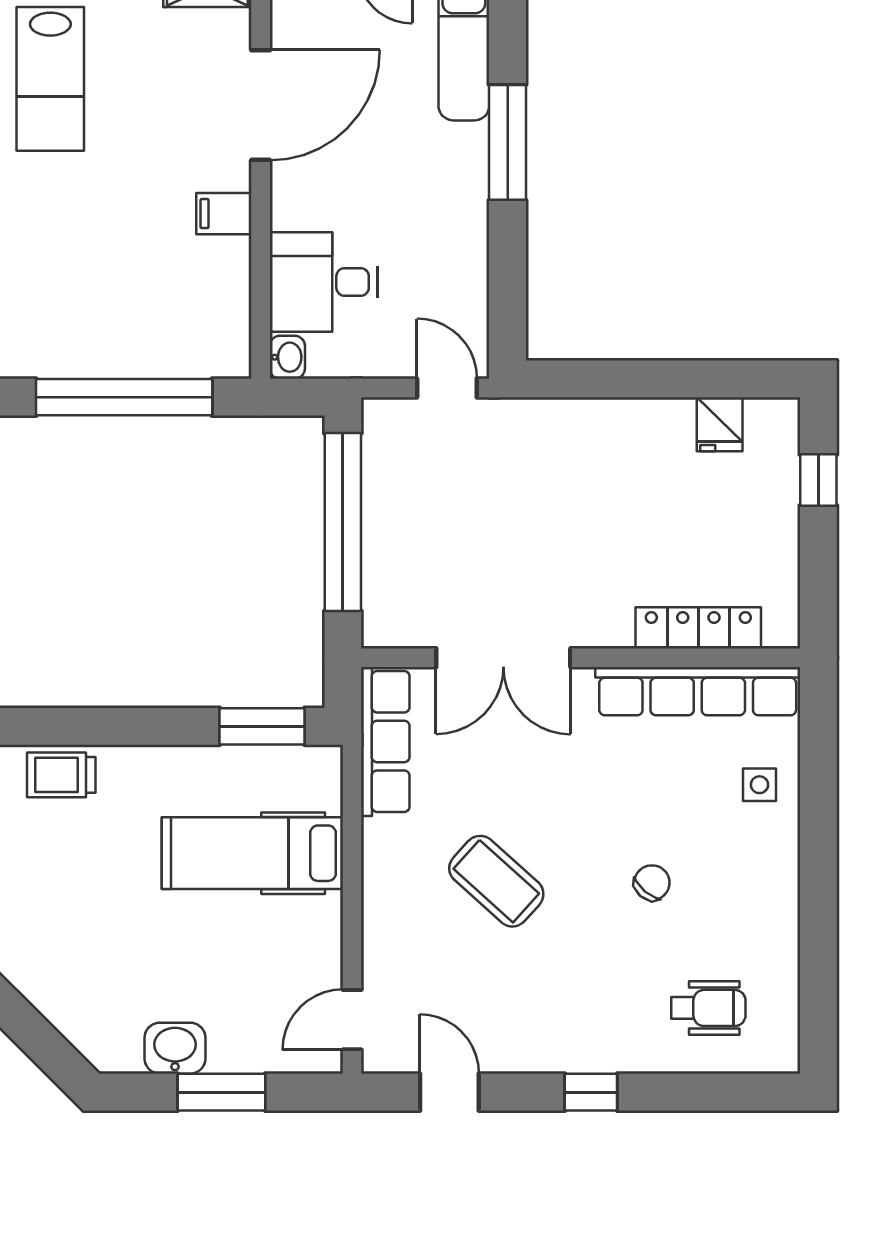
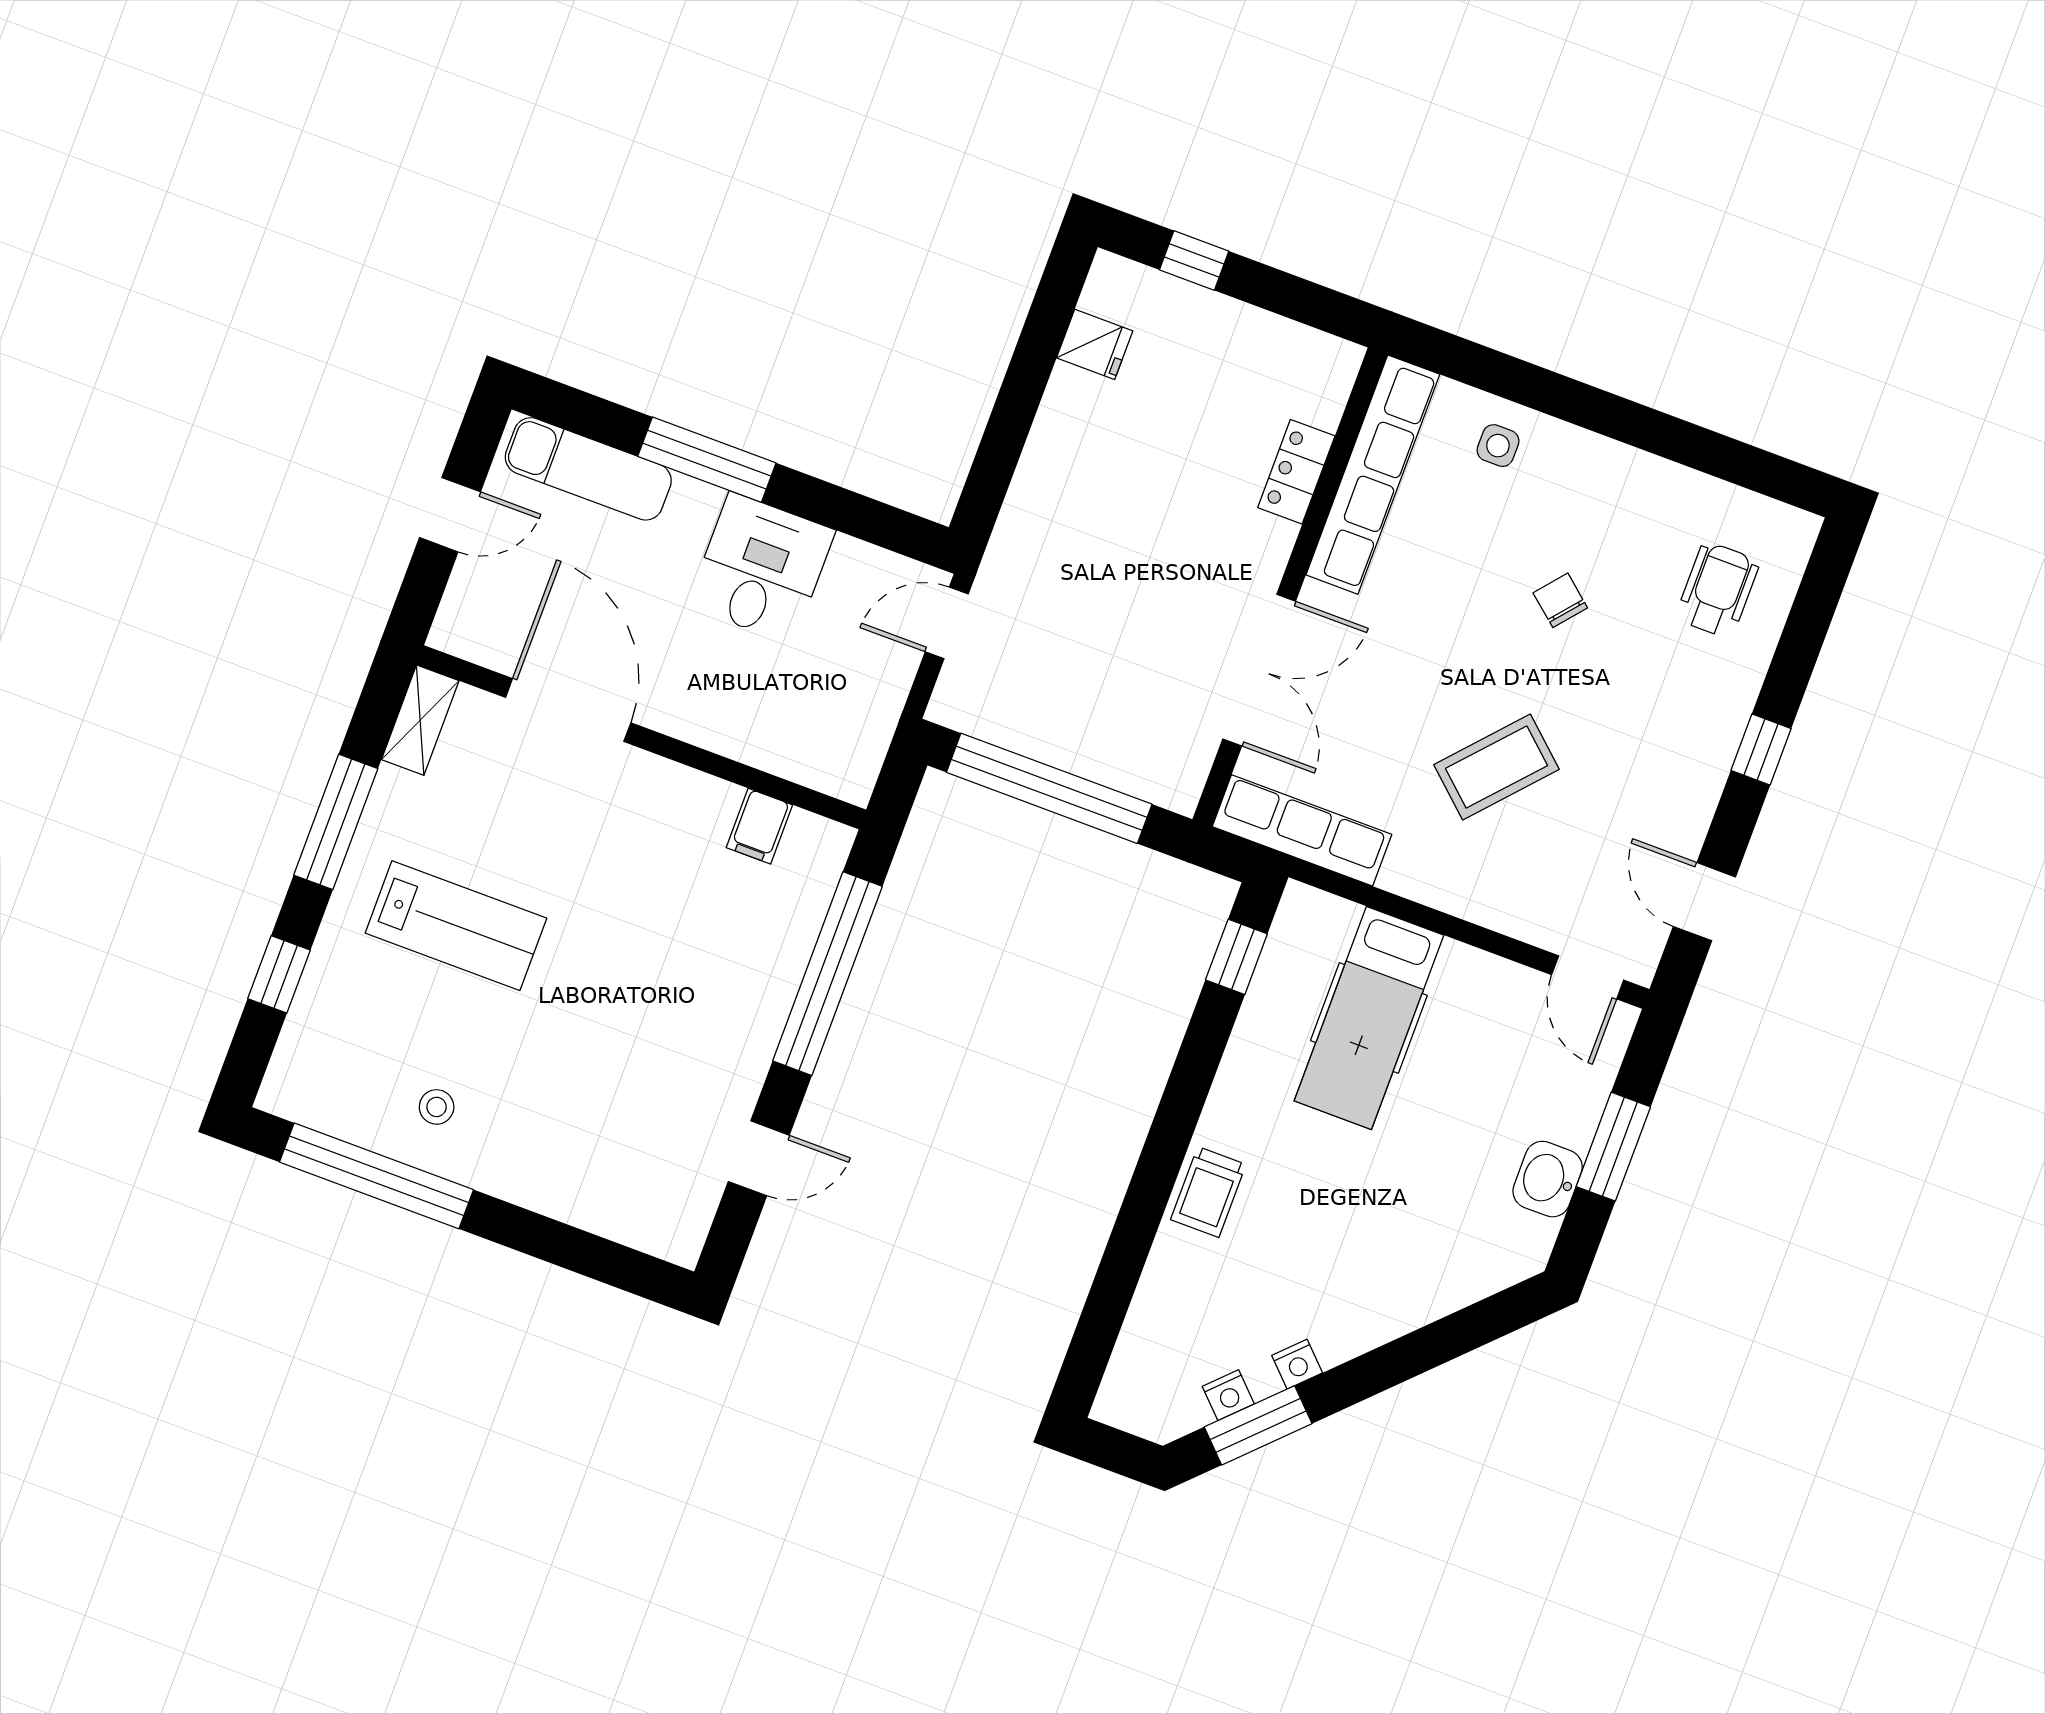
filing cabinet: (224, 214) -> (759, 826), moved
desk: (324, 282) -> (761, 568), moved, turned 180
washbasin: (287, 357) -> (850, 782), removed
locker: (698, 628) -> (1296, 472), width x0.66
window: (262, 726) -> (1236, 957), width x0.67
door: (449, 1092) -> (1704, 902), hinge flipped

